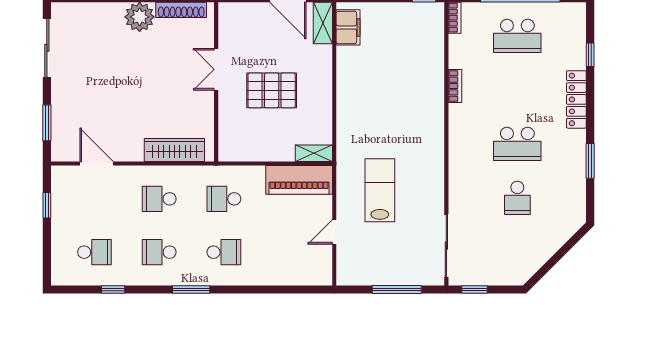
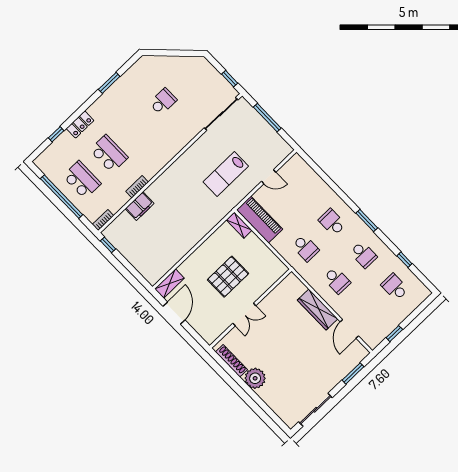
filing cabinet: (348, 27) -> (140, 206), moved, turned 180
pallet: (272, 90) -> (228, 277), turned 90
locker: (576, 99) -> (80, 124), width x0.66
school desk: (517, 144) -> (109, 154), moved
wardrobe: (174, 150) -> (318, 310), moved

